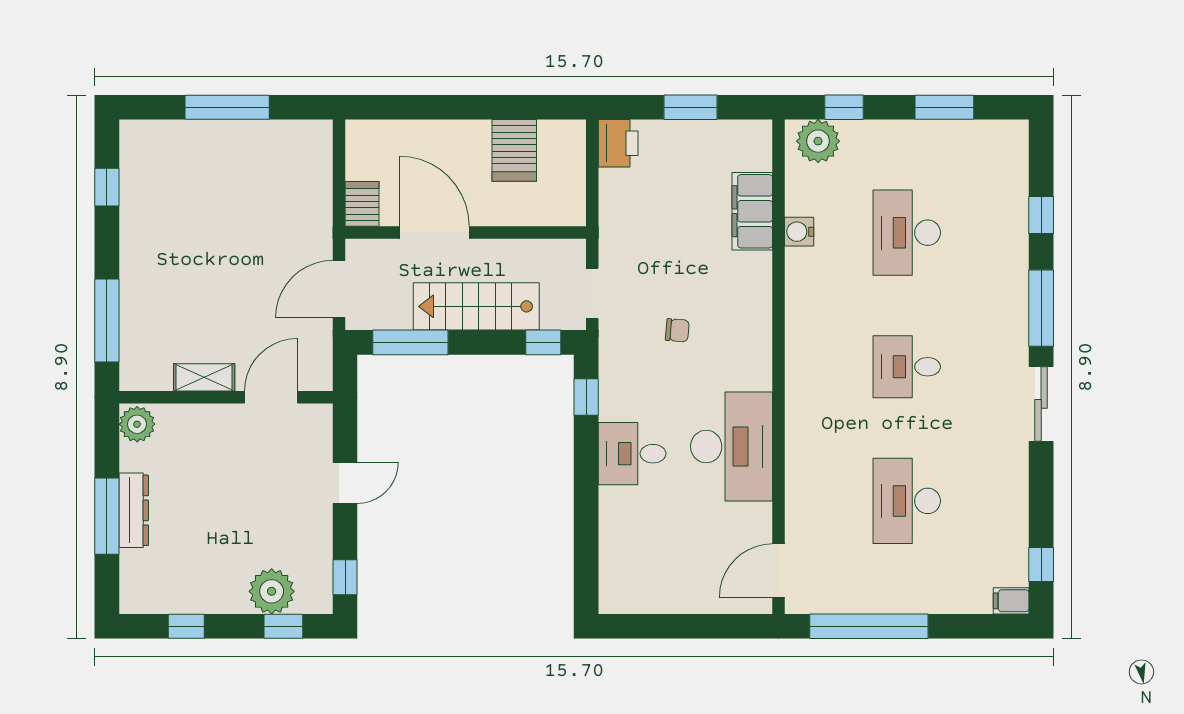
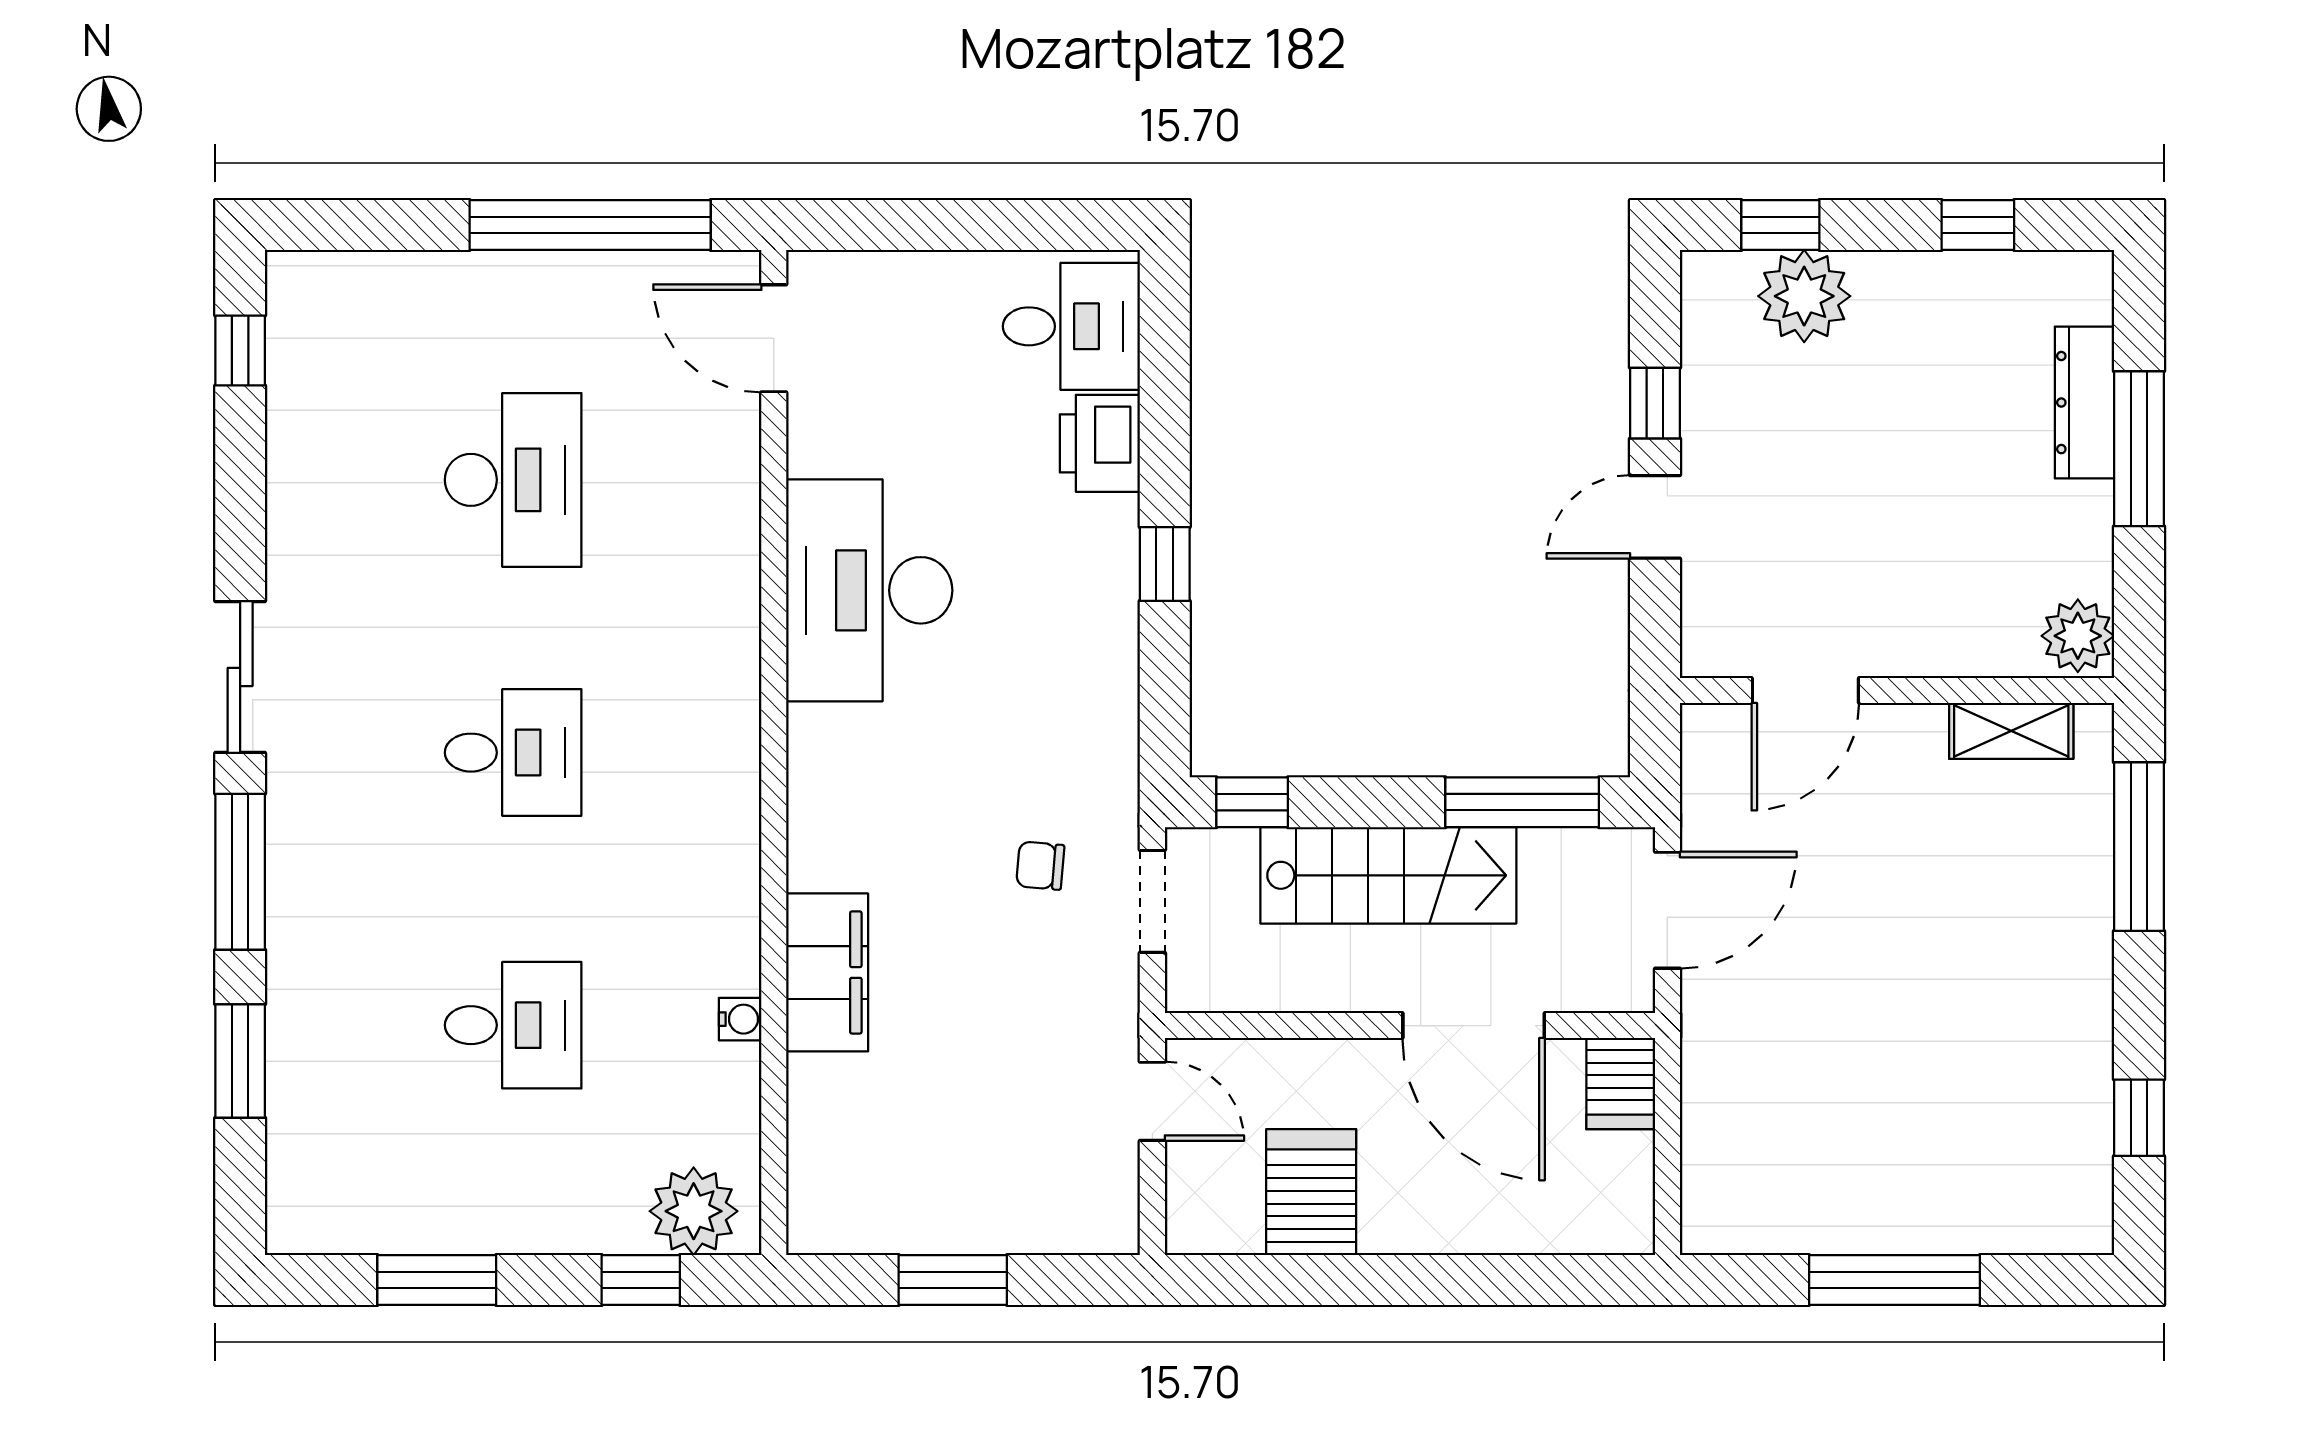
printer: (618, 143) -> (1100, 443), moved
door: (592, 195) -> (1152, 1101), added
filing cabinet: (752, 211) -> (827, 972), moved
window: (1041, 215) -> (240, 1061), width x1.50
water cooler: (799, 232) -> (740, 1019), width x0.72, depth x0.72
desk: (907, 233) -> (513, 1025), width x0.73
chair: (677, 330) -> (1040, 866), moved
shelving: (204, 377) -> (2011, 731), moved
window: (586, 397) -> (1165, 564), moved
desk: (632, 454) -> (1071, 326), moved
dresser: (134, 510) -> (2085, 403), moved
door: (779, 571) -> (774, 338), swing flipped
window: (345, 577) -> (1655, 403), moved
filing cabinet: (1011, 601) -> (301, 277), removed

